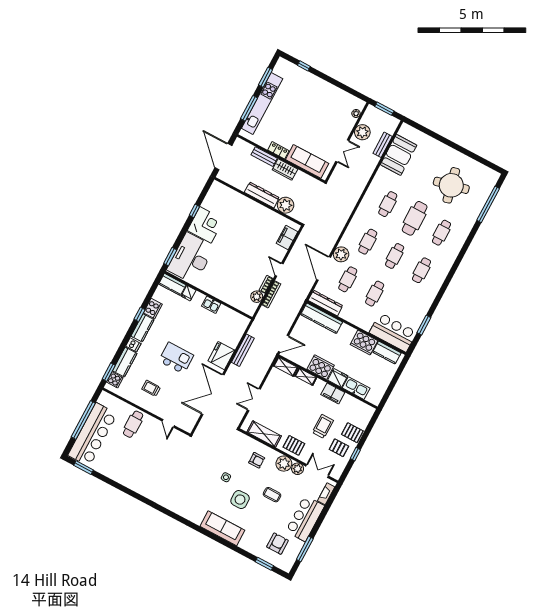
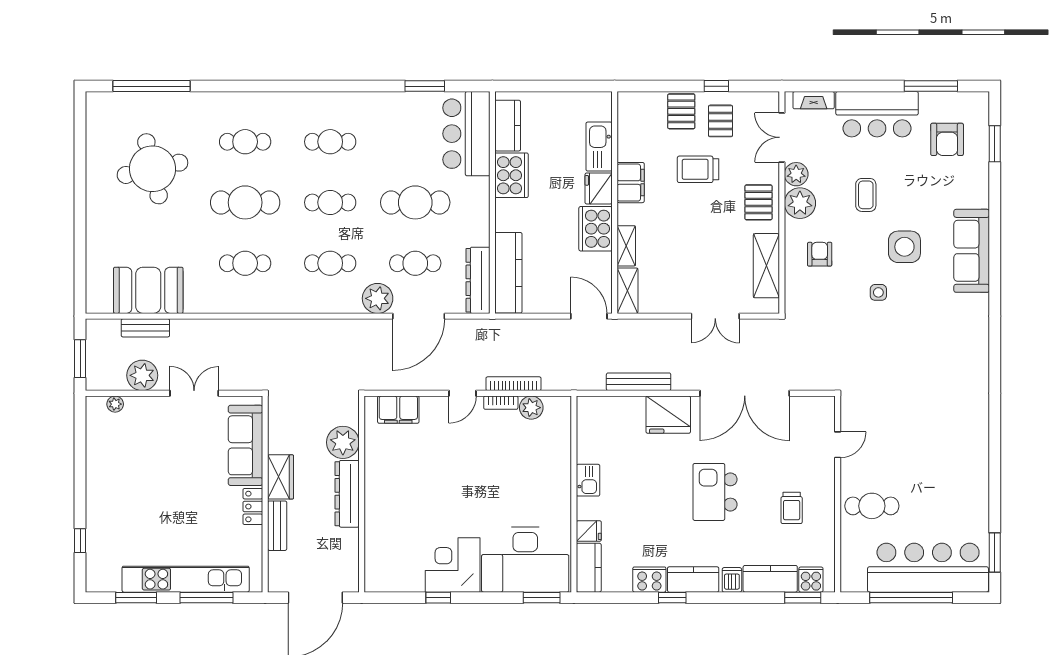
cafe table: (375, 294) -> (415, 202), width x1.37, depth x1.35
armchair: (278, 544) -> (947, 139), turned -90

